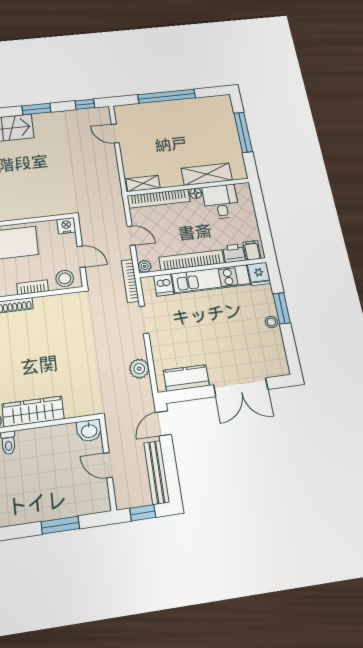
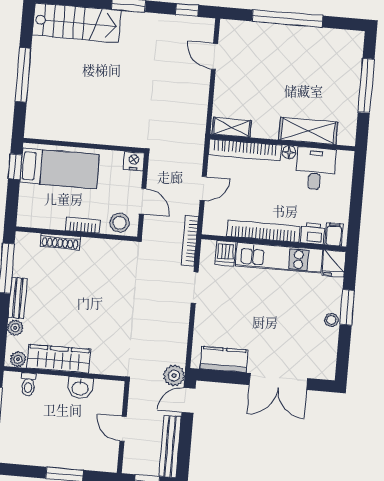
door: (131, 236) -> (203, 188), hinge flipped
plant: (145, 266) -> (210, 228), removed
plant: (139, 369) -> (174, 376), moved
washbasin: (89, 431) -> (80, 388), moved

